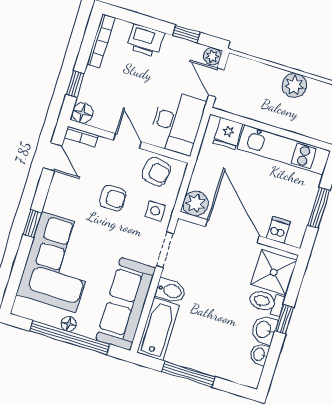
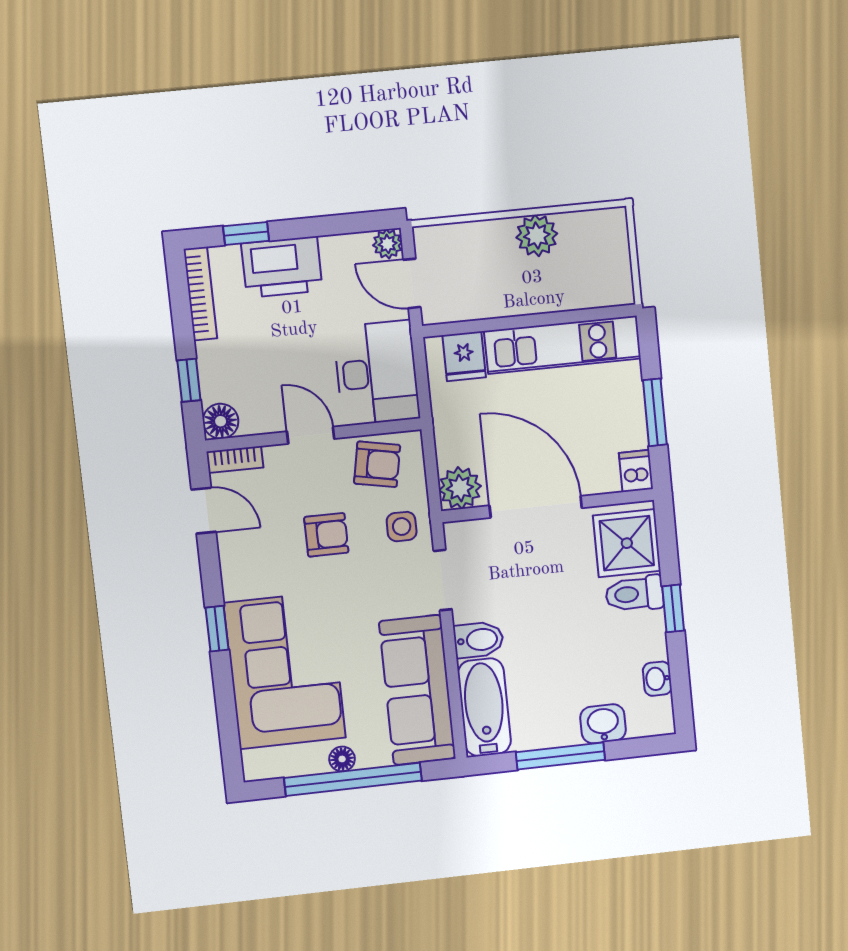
window: (187, 34) -> (246, 233), moved
printer: (146, 41) -> (282, 267), width x1.37, depth x1.19
dishwasher: (278, 230) -> (636, 471), moved
washbasin: (264, 330) -> (603, 724), moved, turned 90

